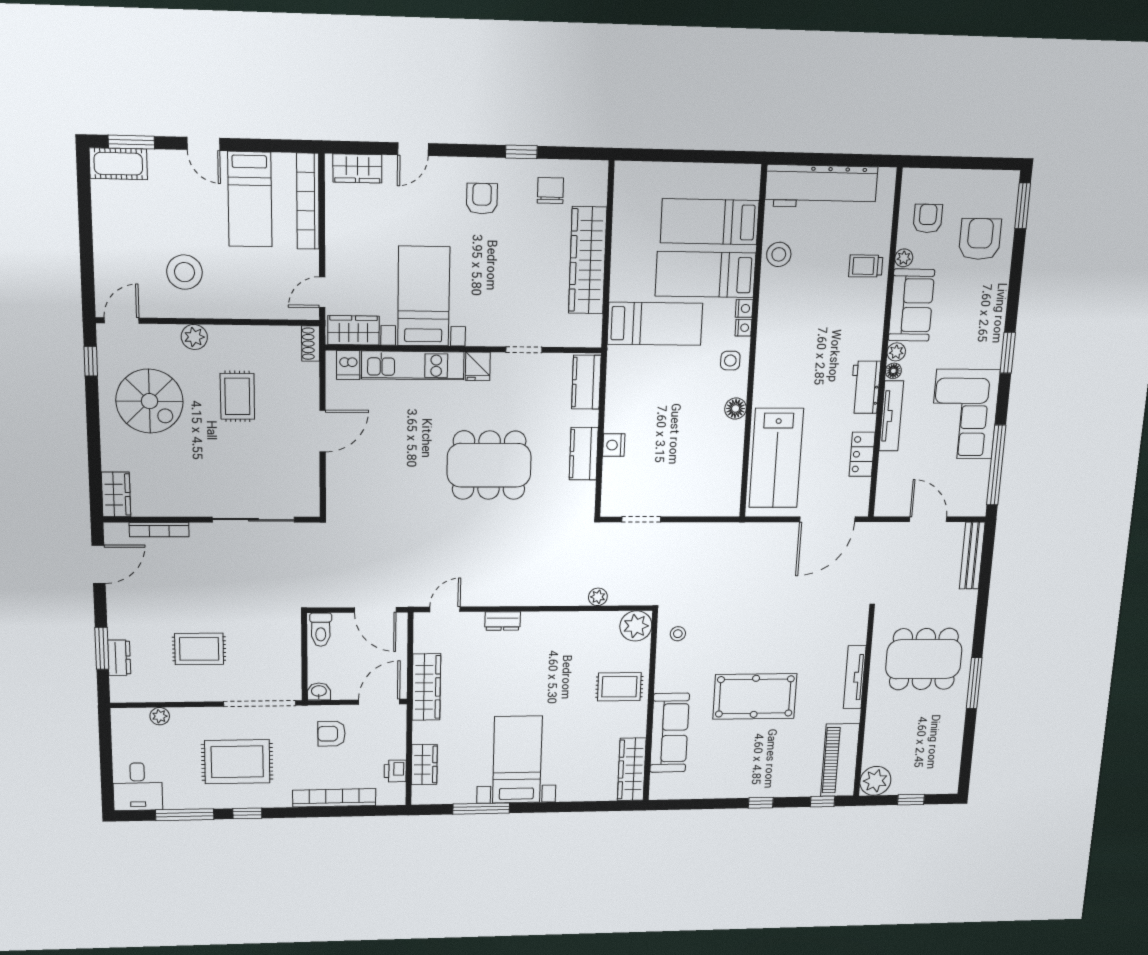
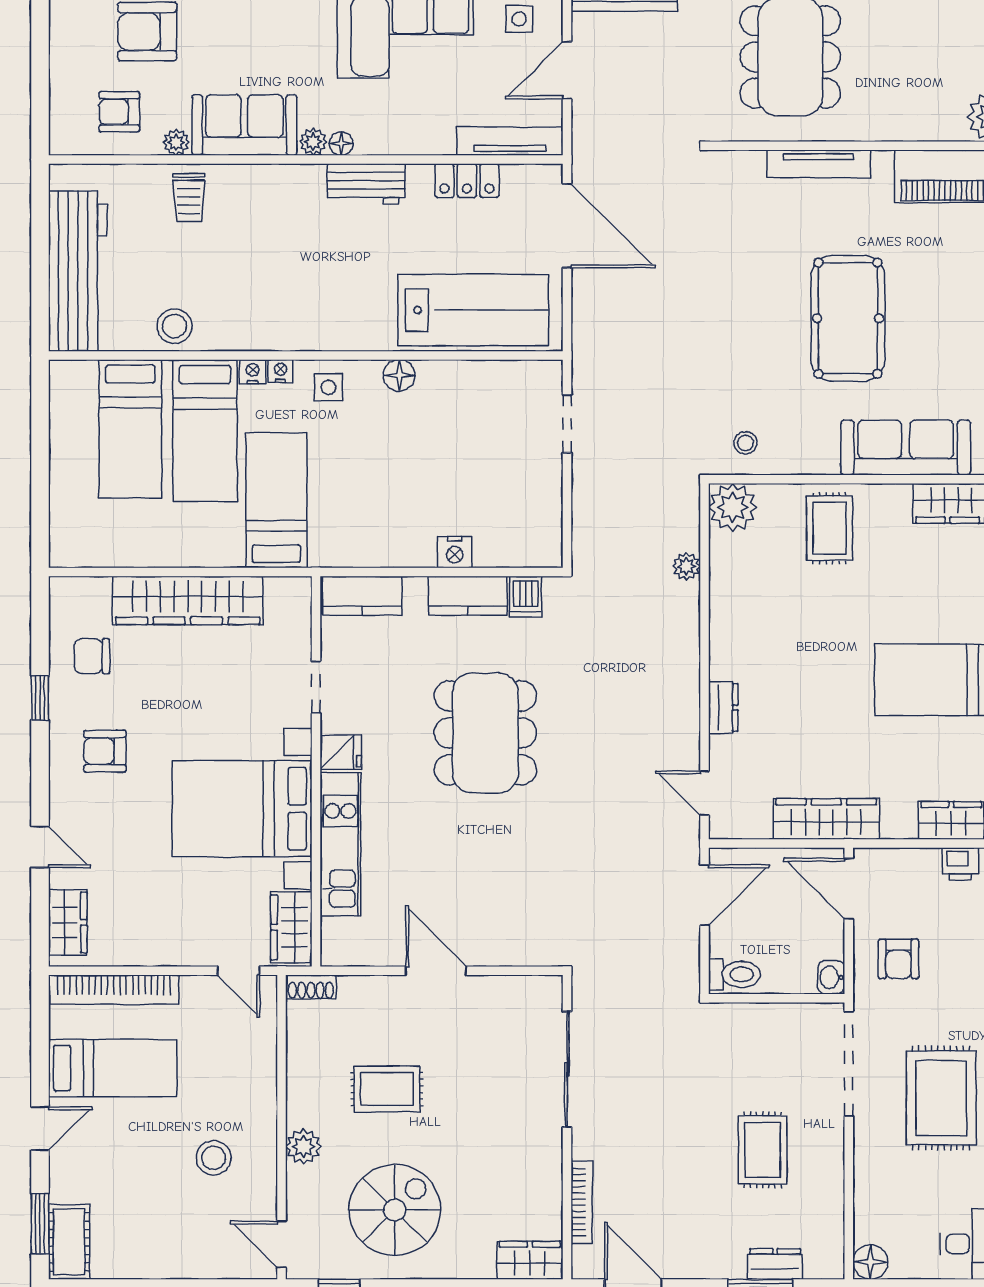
stool: (184, 272) -> (214, 1158), width x0.73, depth x0.73
bed with nightstands: (424, 296) -> (242, 809), width x1.36
dishwasher: (348, 365) -> (526, 597), moved, turned 90
tv unit: (891, 416) -> (510, 141), moved
side table: (964, 489) -> (519, 19), added
doorway: (641, 519) -> (567, 424), moved
plant: (160, 716) -> (867, 1209), removed
floor lamp: (123, 719) -> (870, 1262), added

